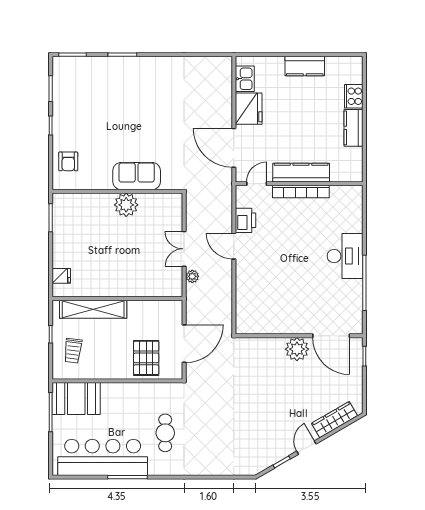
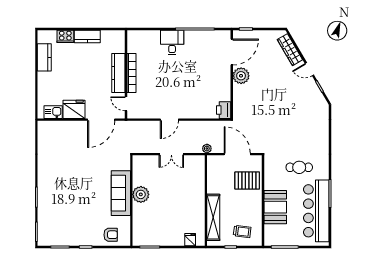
kitchen counter: (305, 66) -> (44, 57), moved
sofa: (137, 176) -> (121, 193), width x1.36
printer: (246, 220) -> (224, 110), moved, turned -90
desk: (345, 256) -> (172, 42), width x0.73
plant: (192, 276) -> (207, 149), moved
booth: (76, 398) -> (275, 207), moved

